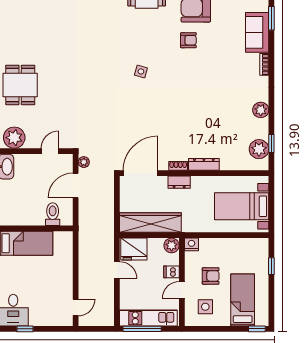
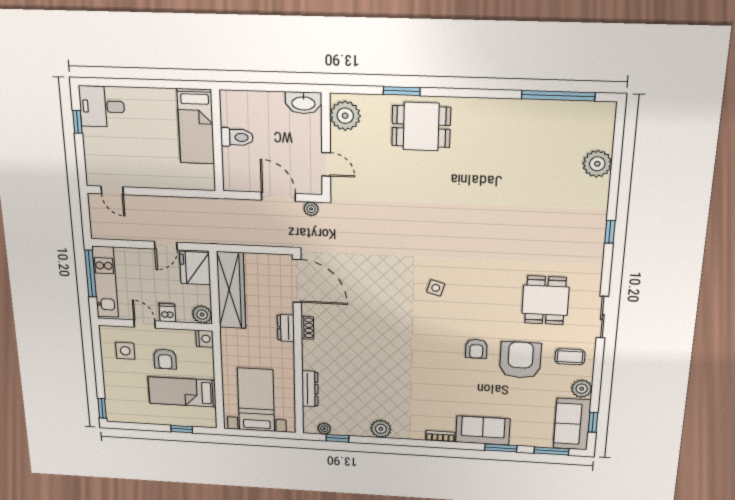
plant: (259, 149) -> (324, 429), width x0.53, depth x0.53
dresser: (204, 164) -> (310, 389), moved
toilet: (53, 214) -> (237, 137), moved
bed: (243, 300) -> (182, 392), moved, turned 180

